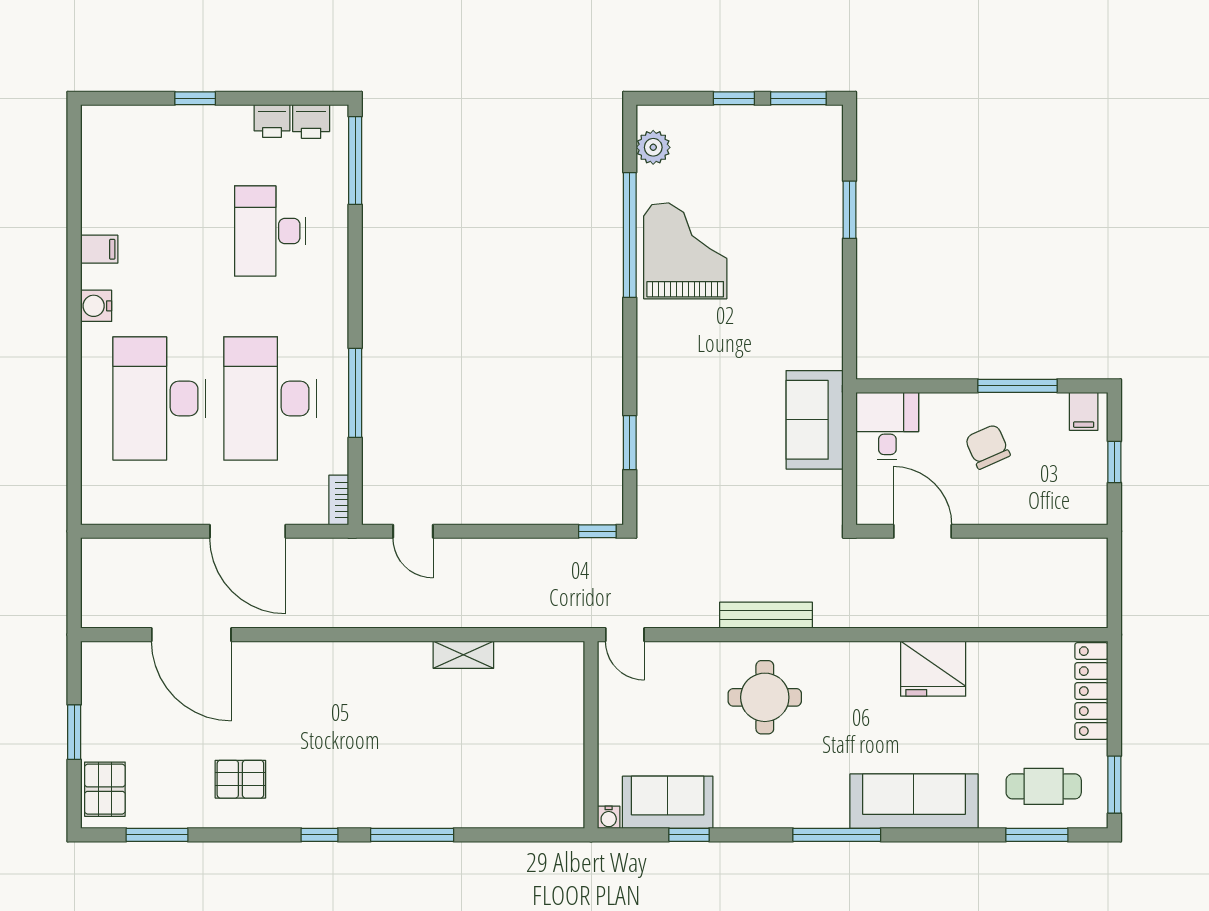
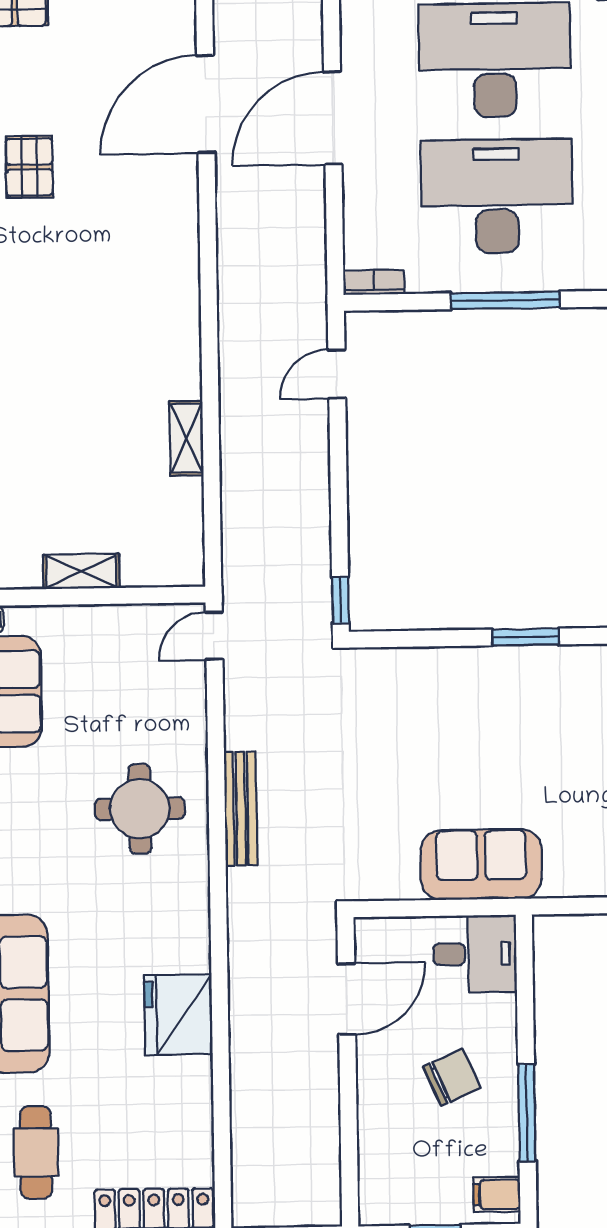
window: (630, 443) -> (526, 637), moved
door: (248, 531) -> (333, 118), moved
shelving: (571, 742) -> (81, 571), added

